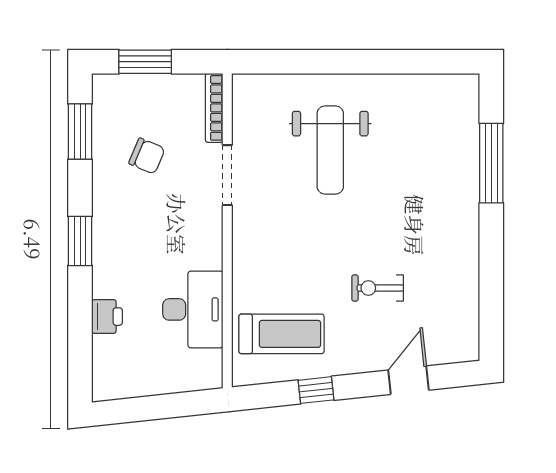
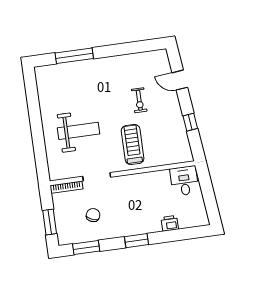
desk: (193, 309) -> (184, 181), moved, width x0.73
treadmill: (281, 334) -> (133, 145), moved

